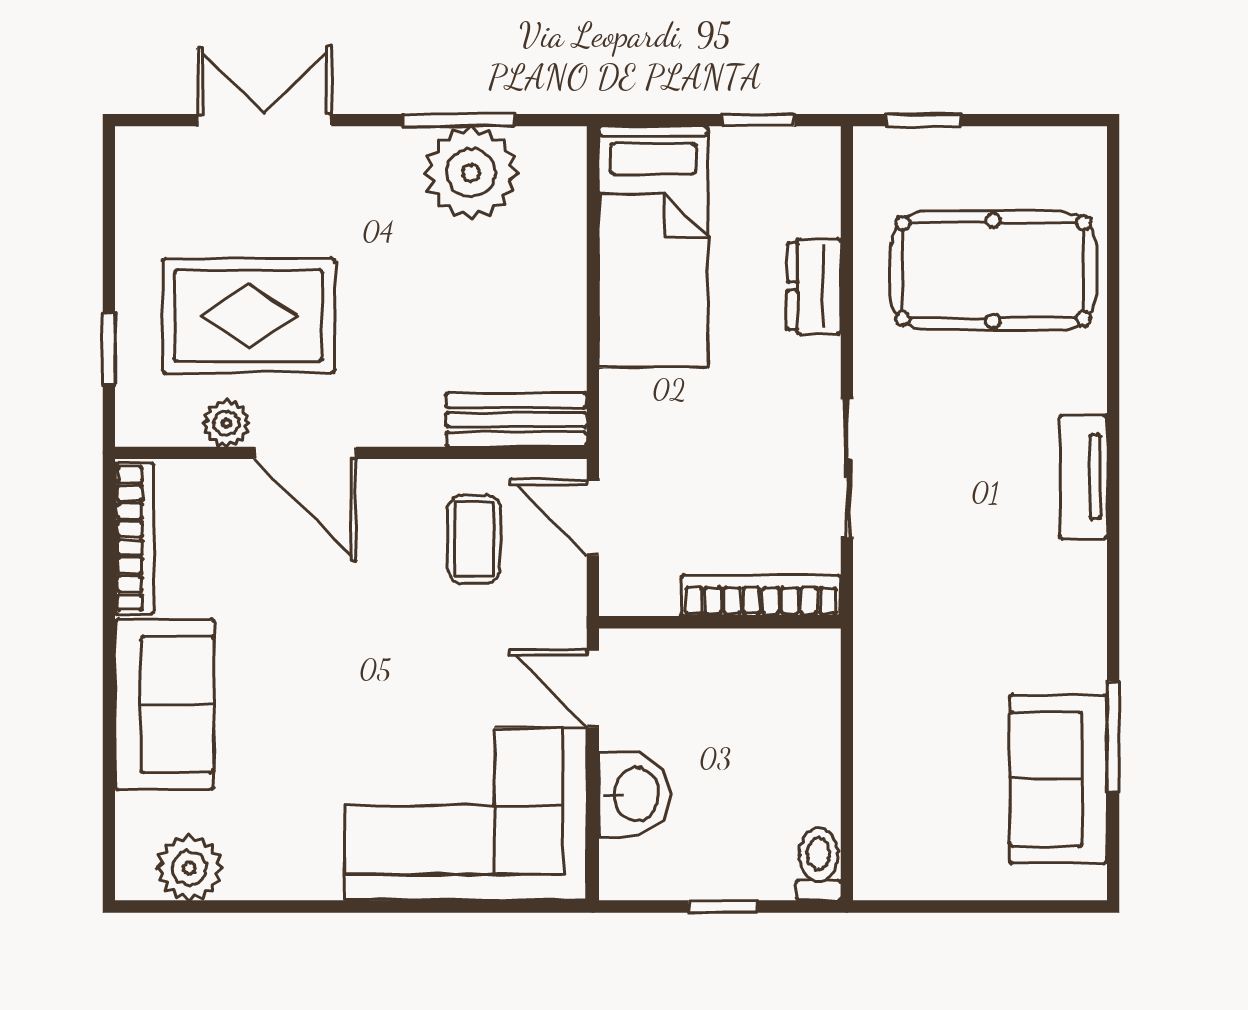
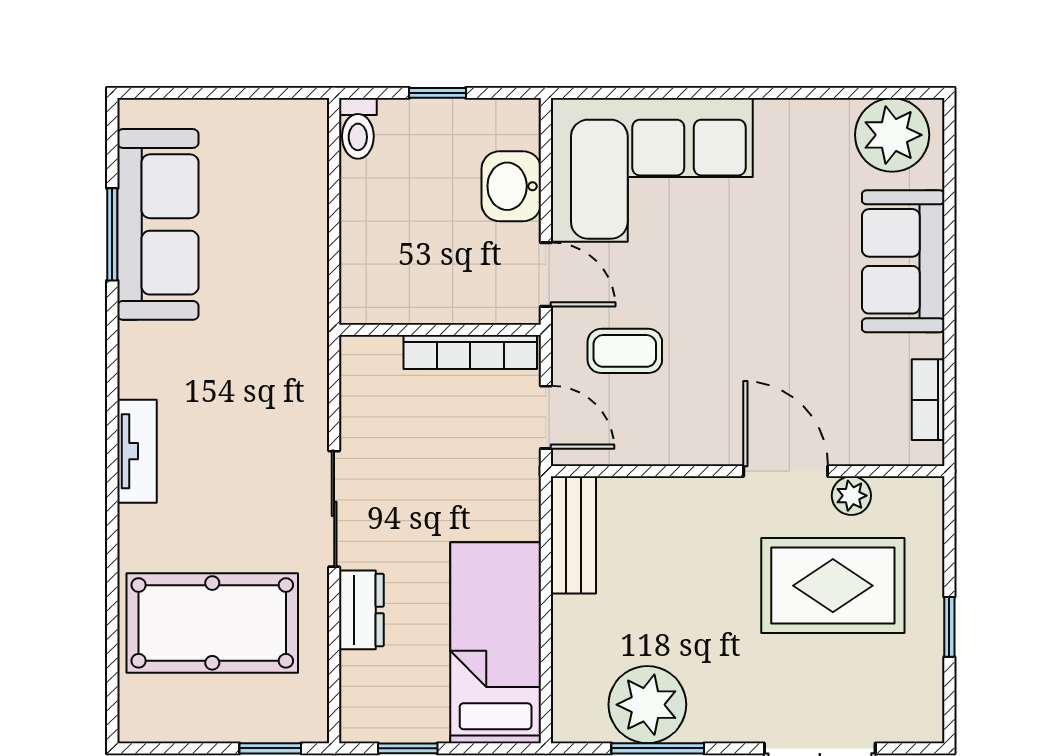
window: (109, 349) -> (949, 627), moved
bench: (516, 420) -> (573, 535), moved, turned 90
sliding door: (847, 468) -> (334, 509), moved
bookcase: (134, 539) -> (928, 400), width x0.64
coffee table: (474, 539) -> (625, 351), moved, turned 90
bookcase: (761, 596) -> (470, 352), moved
sofa: (1058, 779) -> (158, 224), width x1.36
plant: (189, 868) -> (892, 135), width x1.36, depth x1.36

